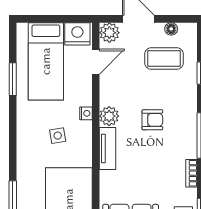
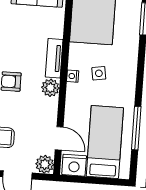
door: (96, 62) -> (59, 138), swing flipped
window: (13, 79) -> (136, 128), width x1.44
nightstand: (86, 113) -> (73, 76), moved

